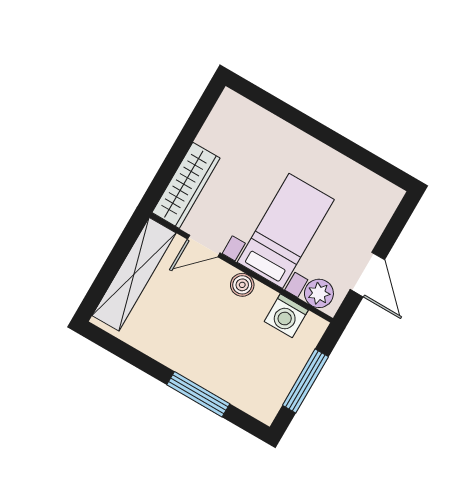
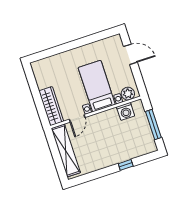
door: (367, 275) -> (130, 54), moved
boiler: (242, 285) -> (102, 117), removed
window: (198, 394) -> (126, 165), width x0.46

